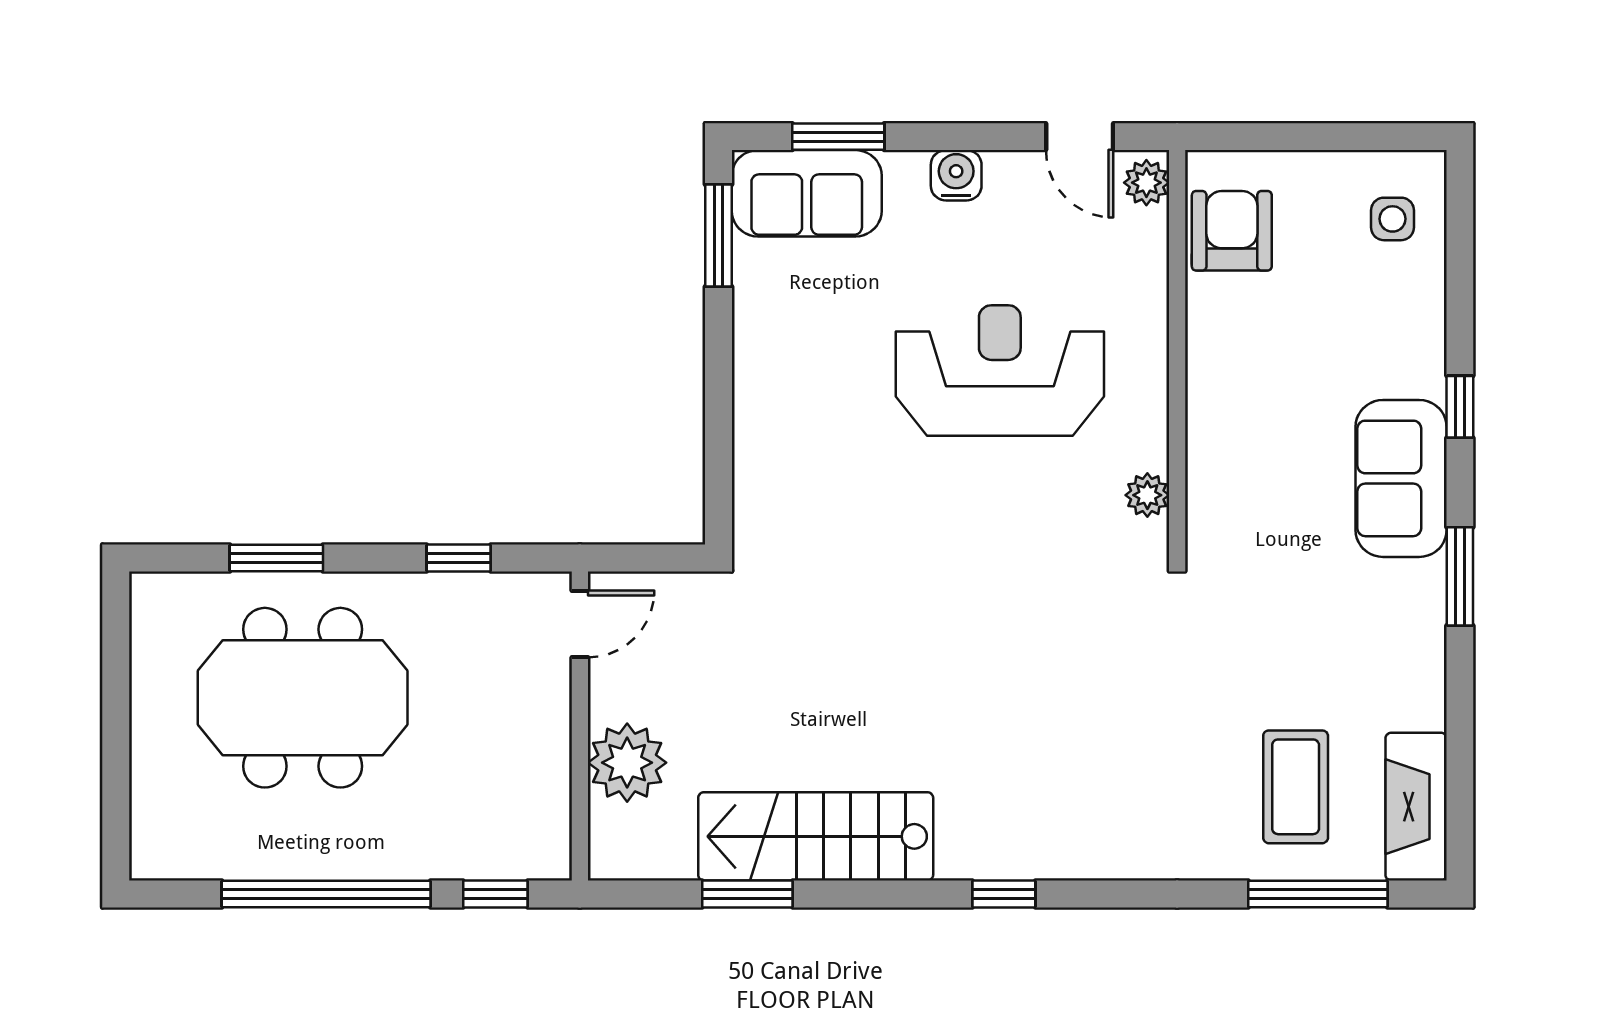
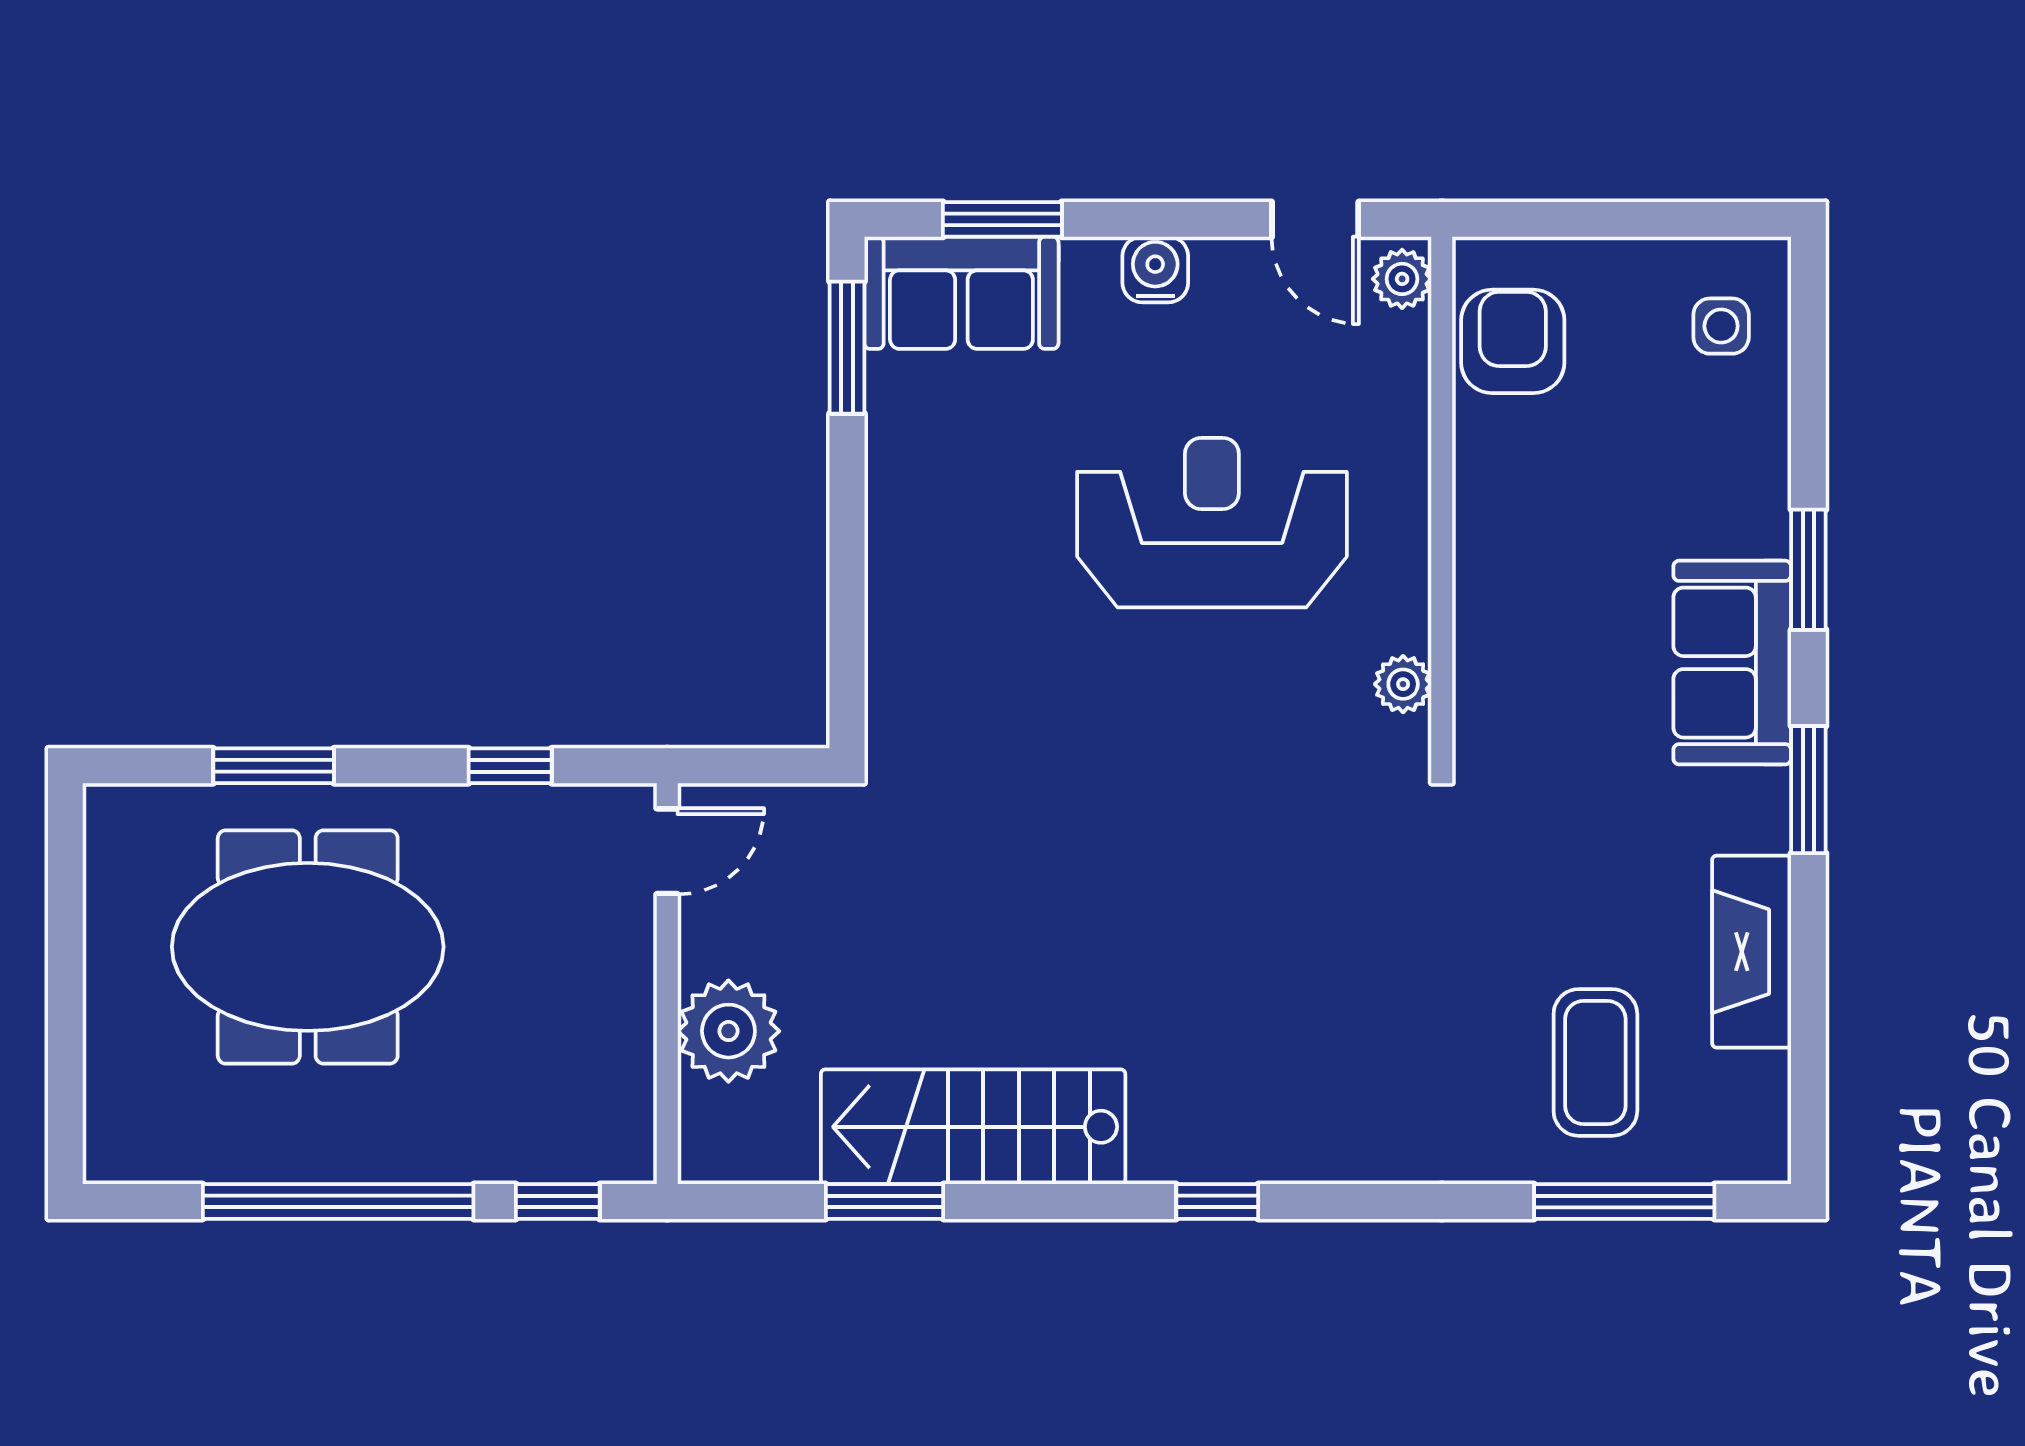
window: (1460, 407) -> (1808, 570), width x1.50
fireplace: (1416, 807) -> (1752, 952), moved

